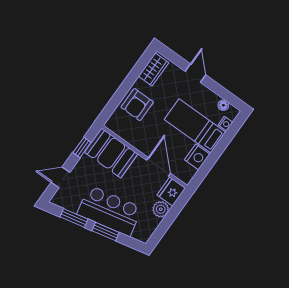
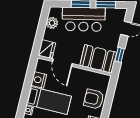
armchair: (137, 105) -> (94, 99), turned -90
plant: (161, 209) -> (52, 23), moved

